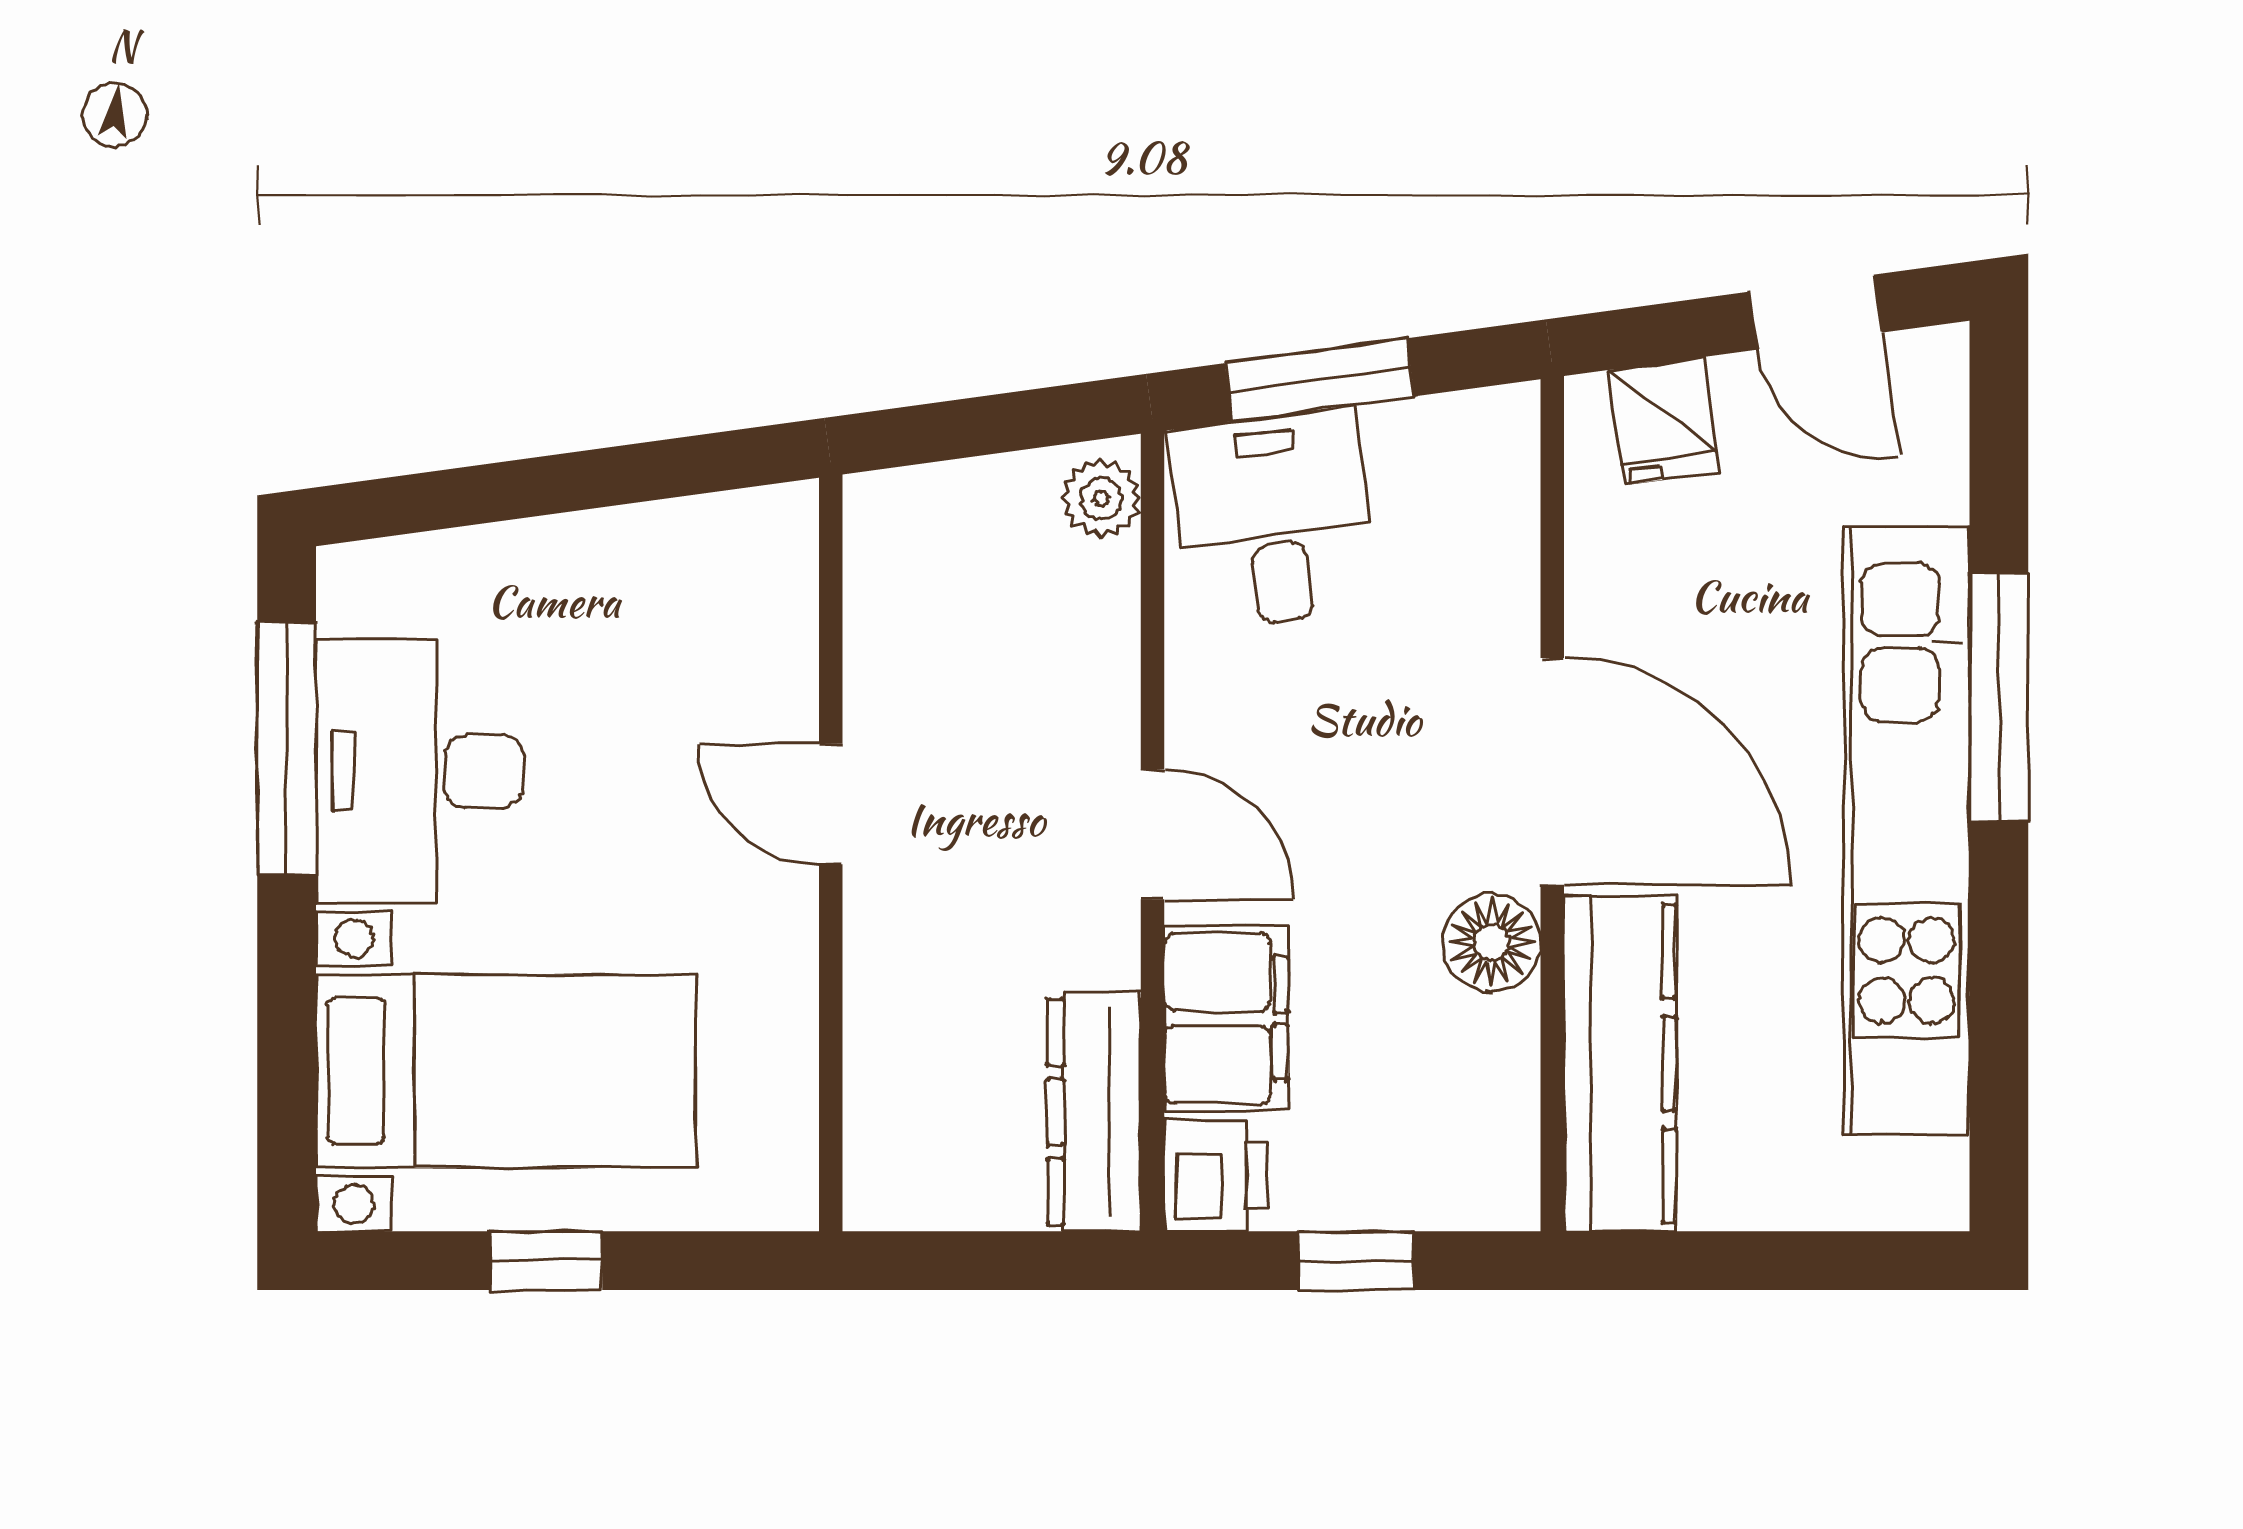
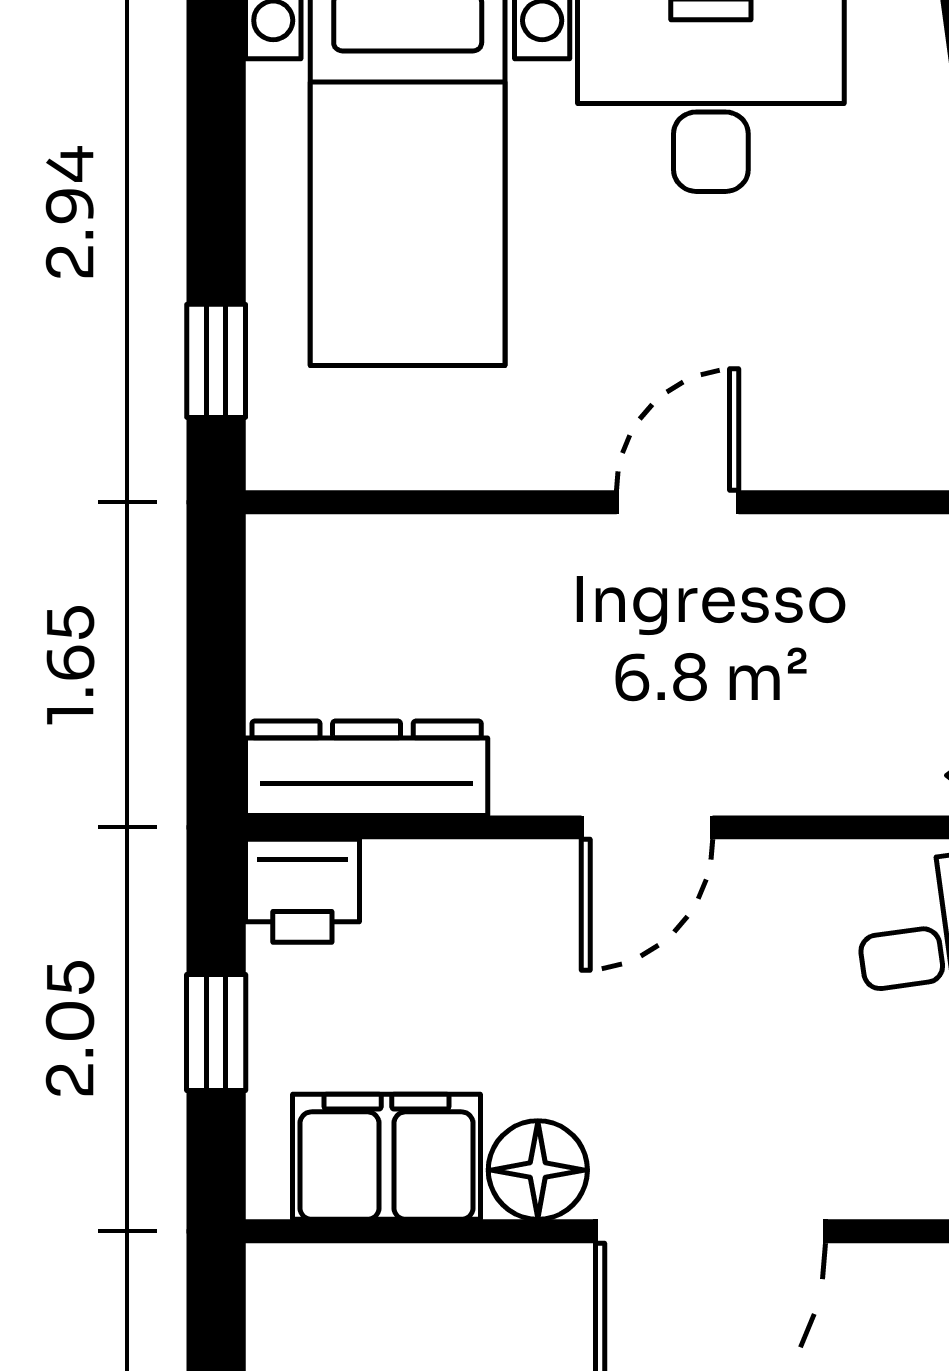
filing cabinet: (1226, 1018) -> (387, 1157), moved, turned 180
kitchen counter: (1620, 1063) -> (415, 1300), removed
window: (546, 1261) -> (216, 361), moved

